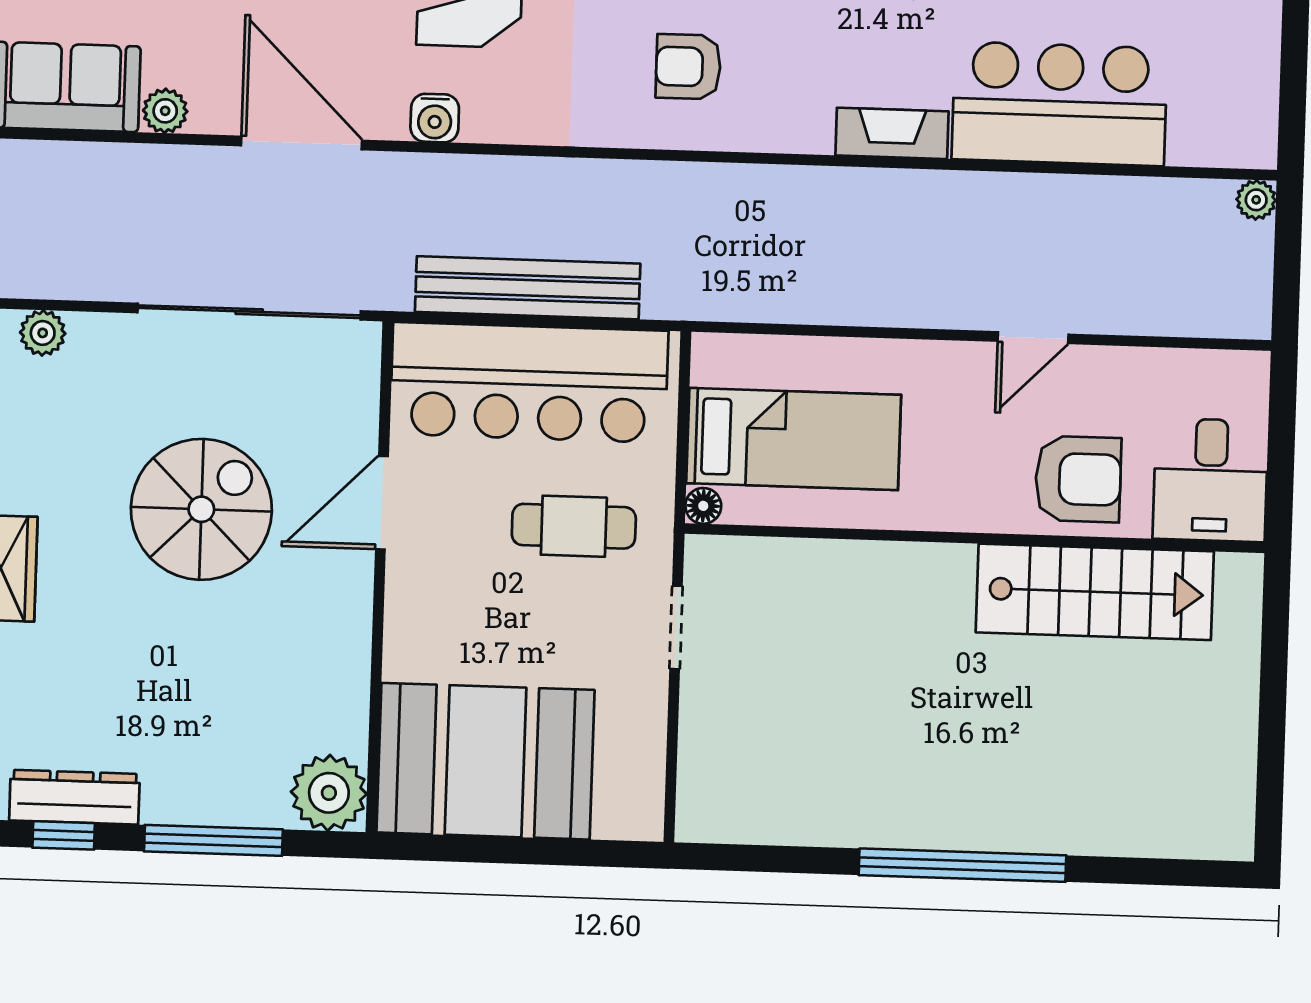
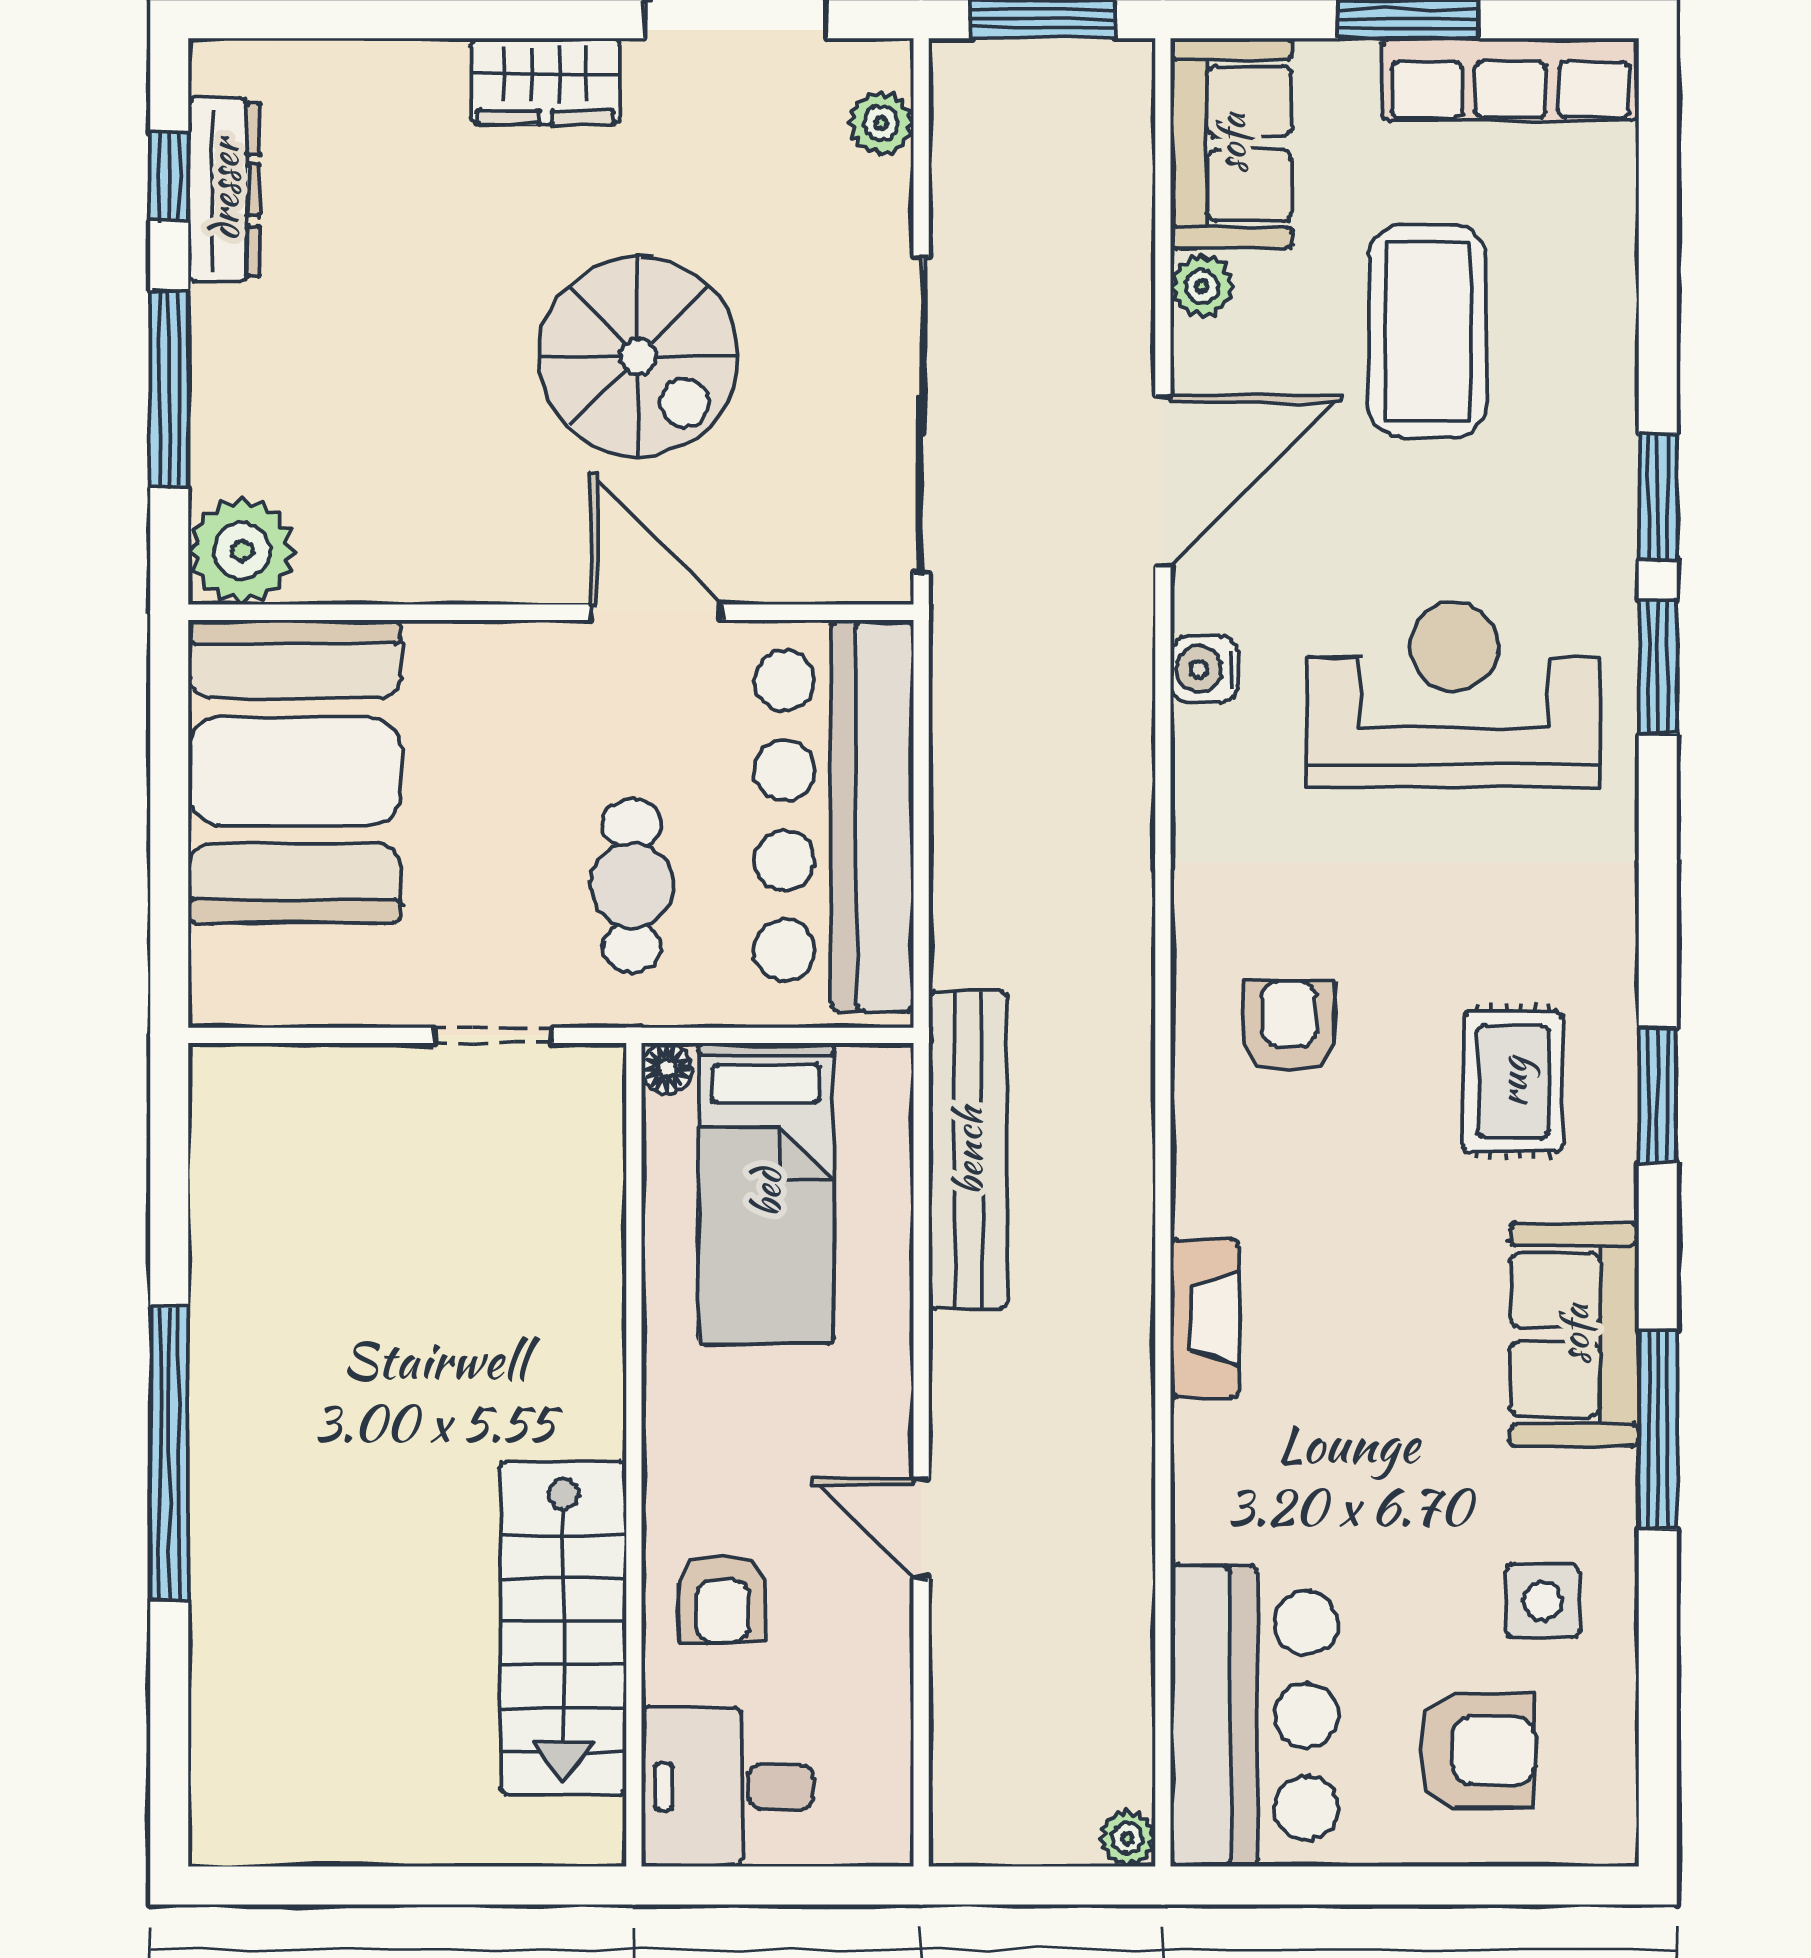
bar counter: (1059, 104) -> (1254, 1716), moved
bench: (528, 288) -> (968, 1151), moved
armchair: (1078, 479) -> (723, 1599), width x0.72, depth x0.72

